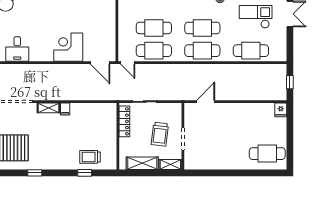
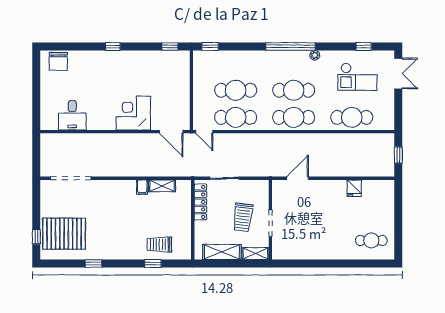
checkout: (256, 17) -> (357, 77), turned 180
shelving: (48, 108) -> (162, 186), moved
filing cabinet: (65, 109) -> (142, 187), moved
fridge: (281, 110) -> (354, 188), moved
cafe table: (267, 154) -> (371, 240), width x0.73, depth x0.74

